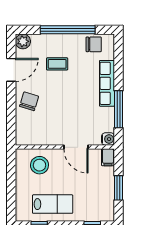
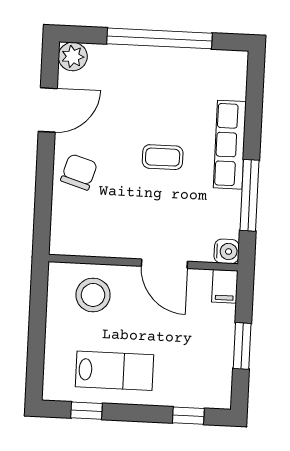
chair: (94, 44) -> (208, 69), removed
coffee table: (57, 64) -> (163, 157), moved

